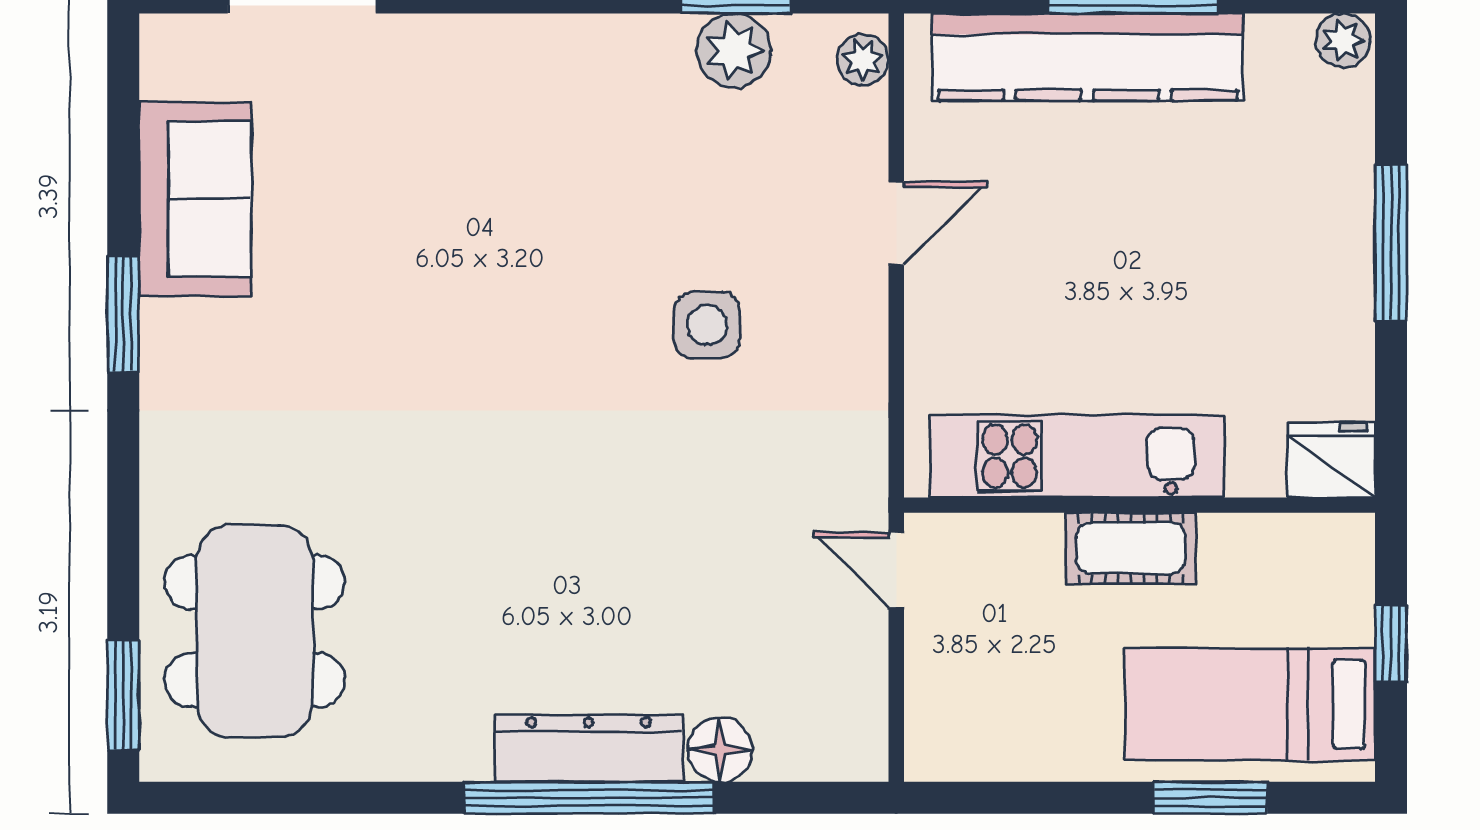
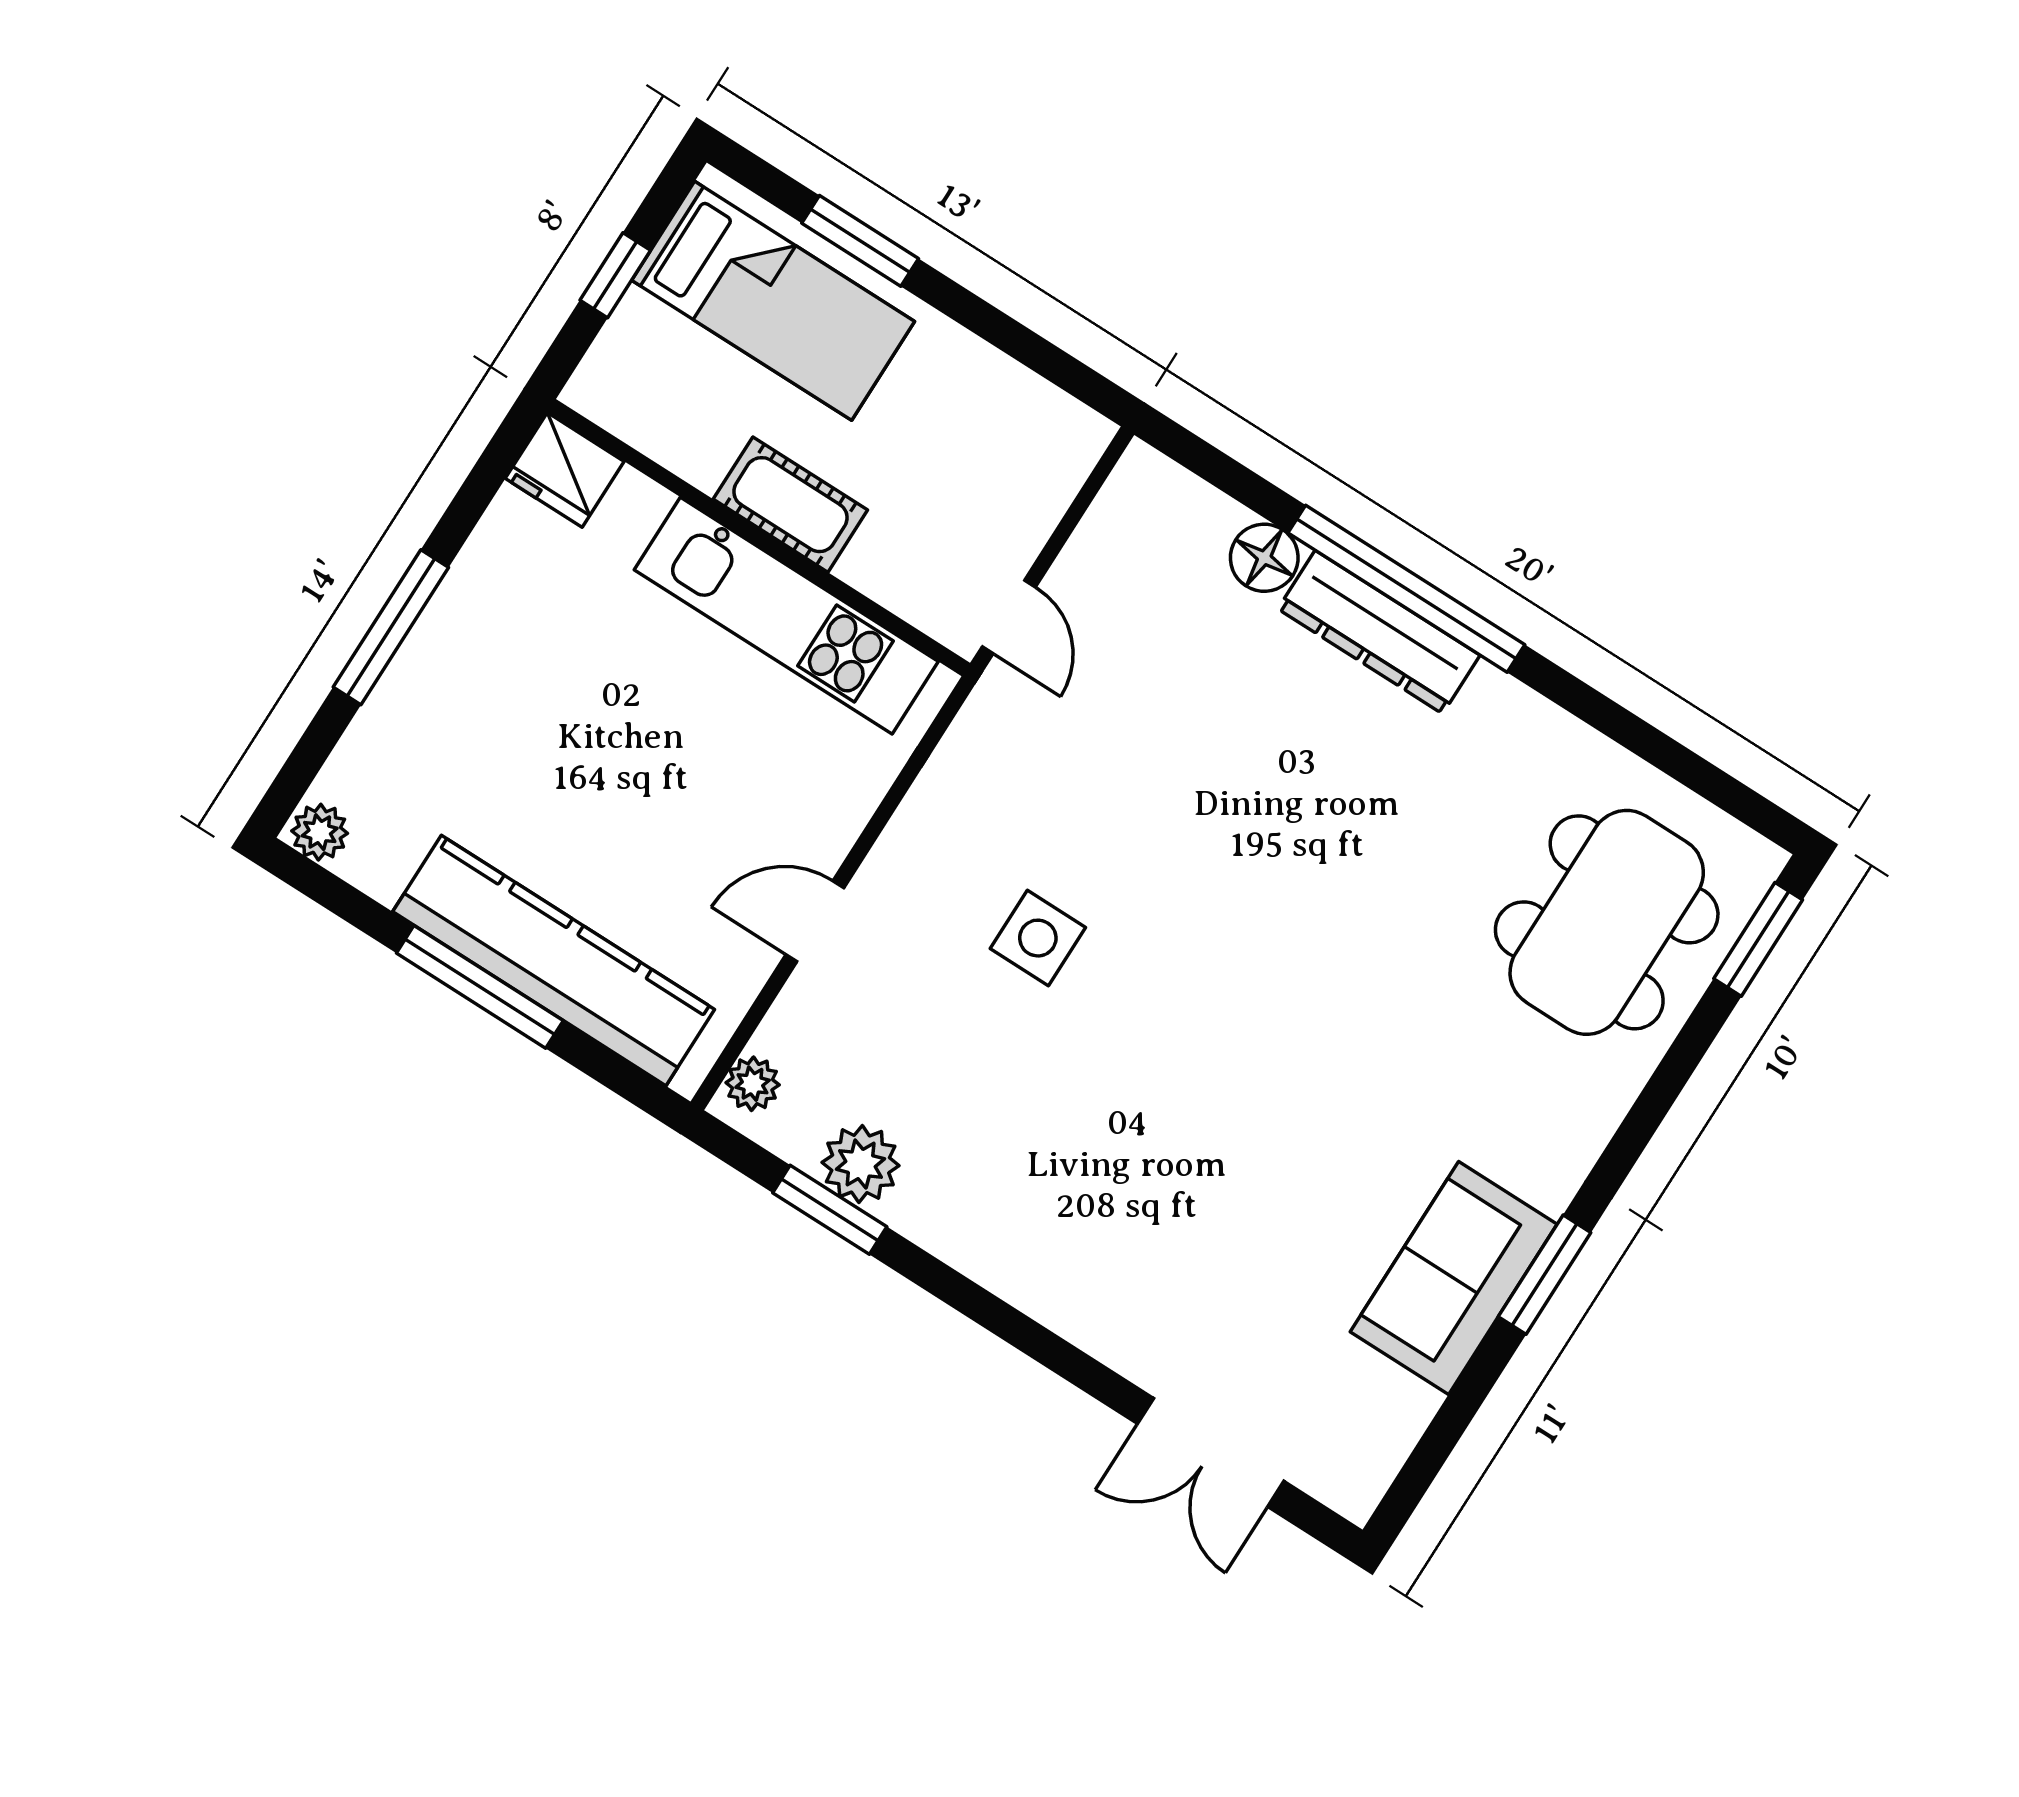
sofa: (195, 199) -> (1454, 1278), moved

